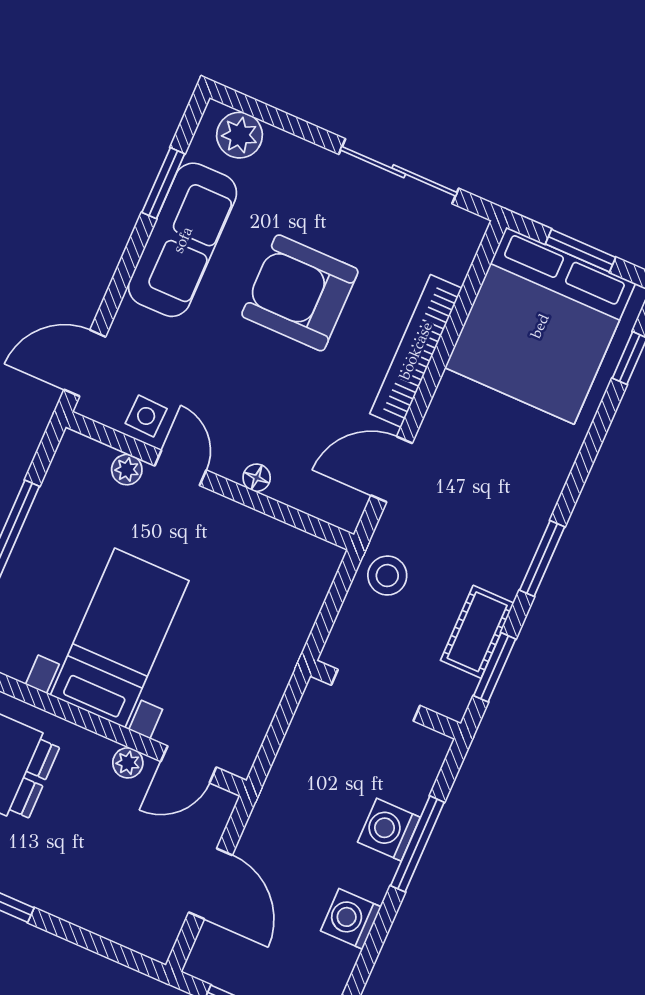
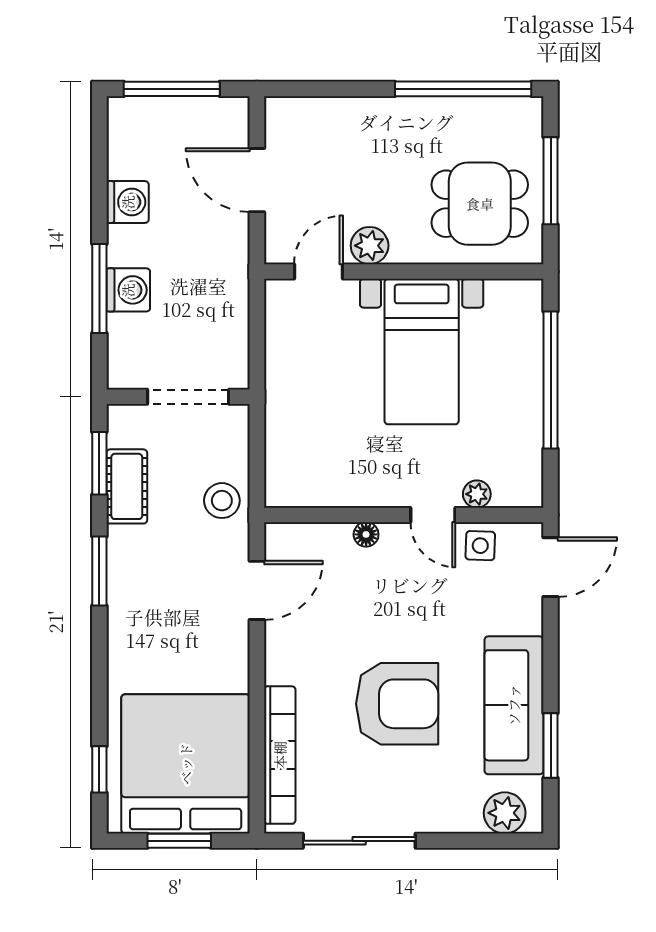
bookcase: (416, 351) -> (280, 755), moved
plant: (128, 763) -> (370, 246), width x1.38, depth x1.38

